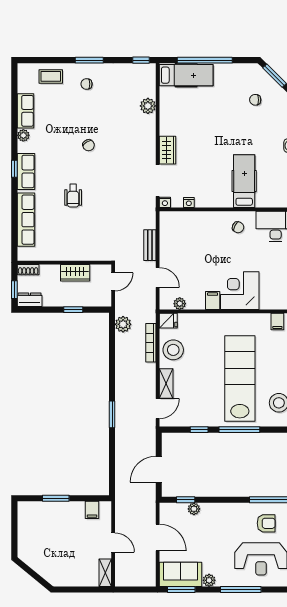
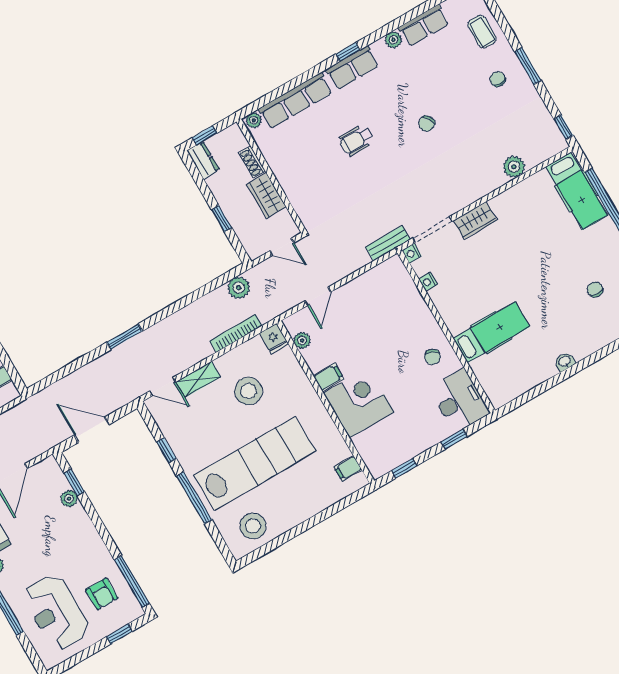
bench: (150, 245) -> (388, 243), moved
plant: (23, 253) -> (254, 120), added
shoe rack: (28, 270) -> (252, 162), moved
stool: (173, 350) -> (248, 391), moved

